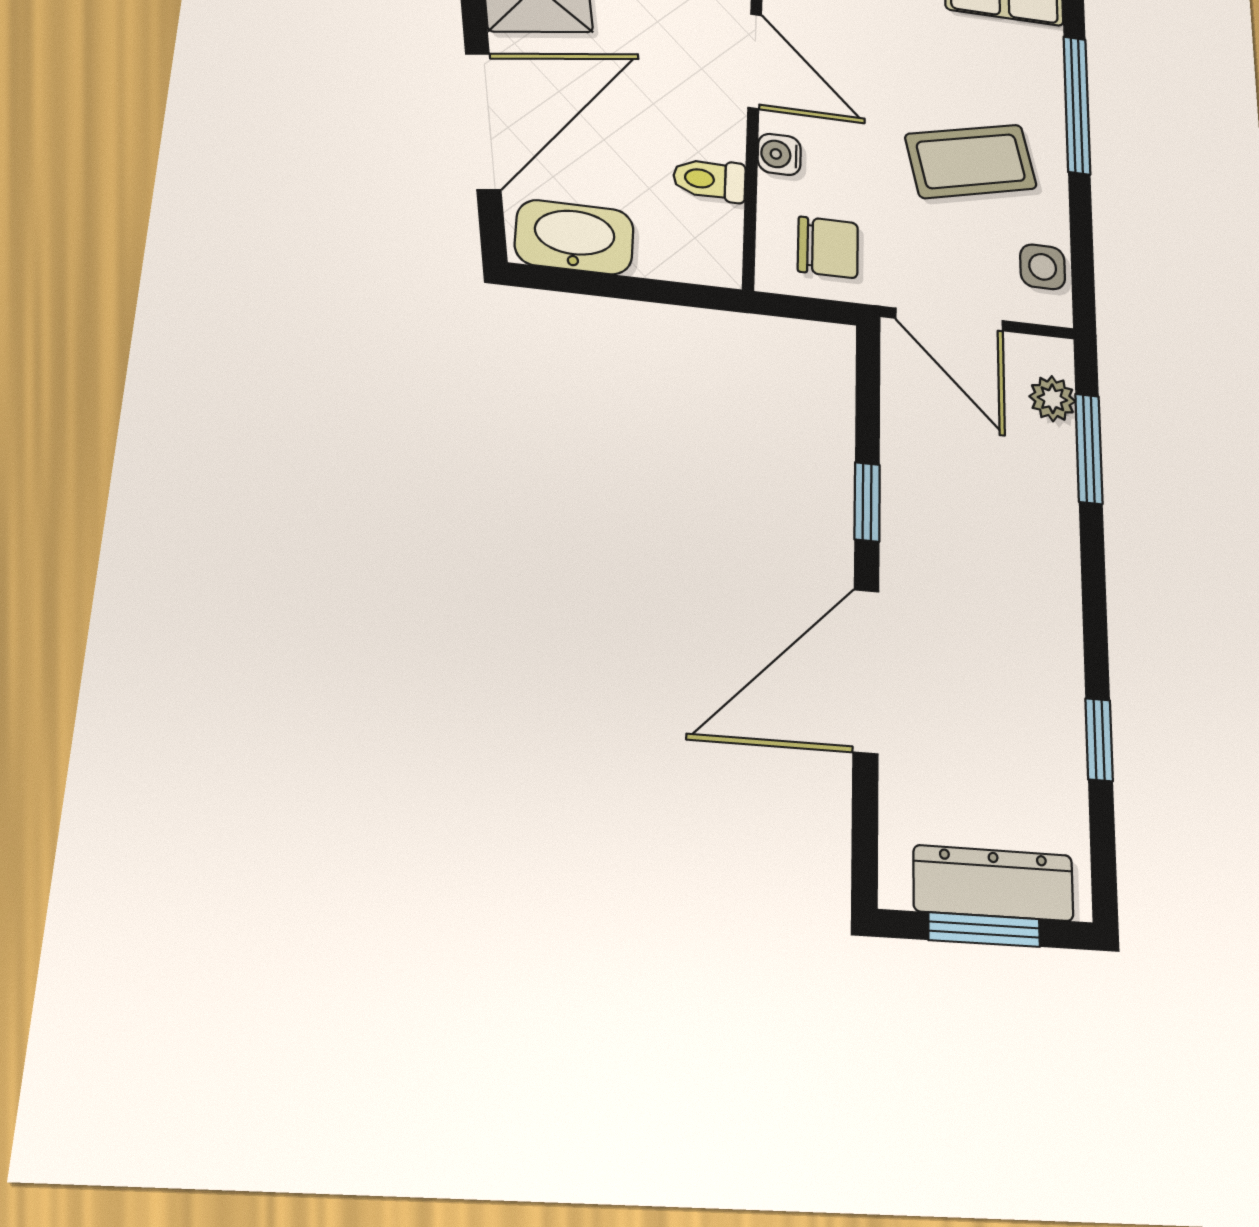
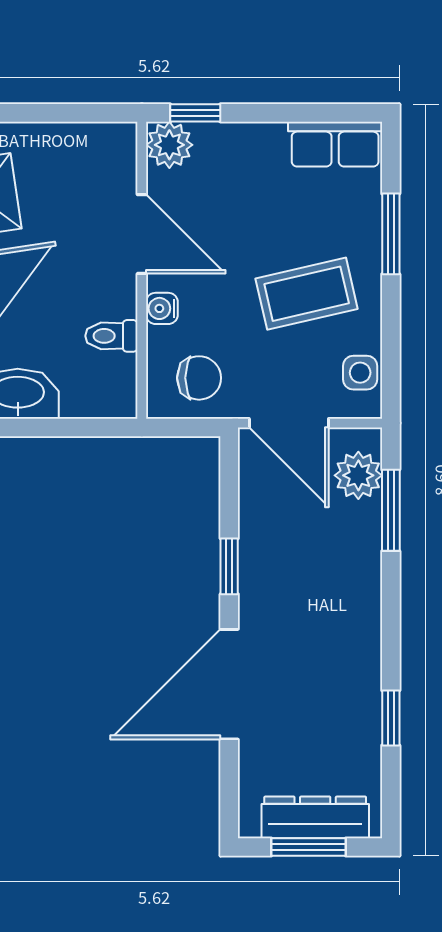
window: (1077, 105) -> (391, 234), width x0.69
plant: (1052, 399) -> (358, 475), width x1.38, depth x1.38

